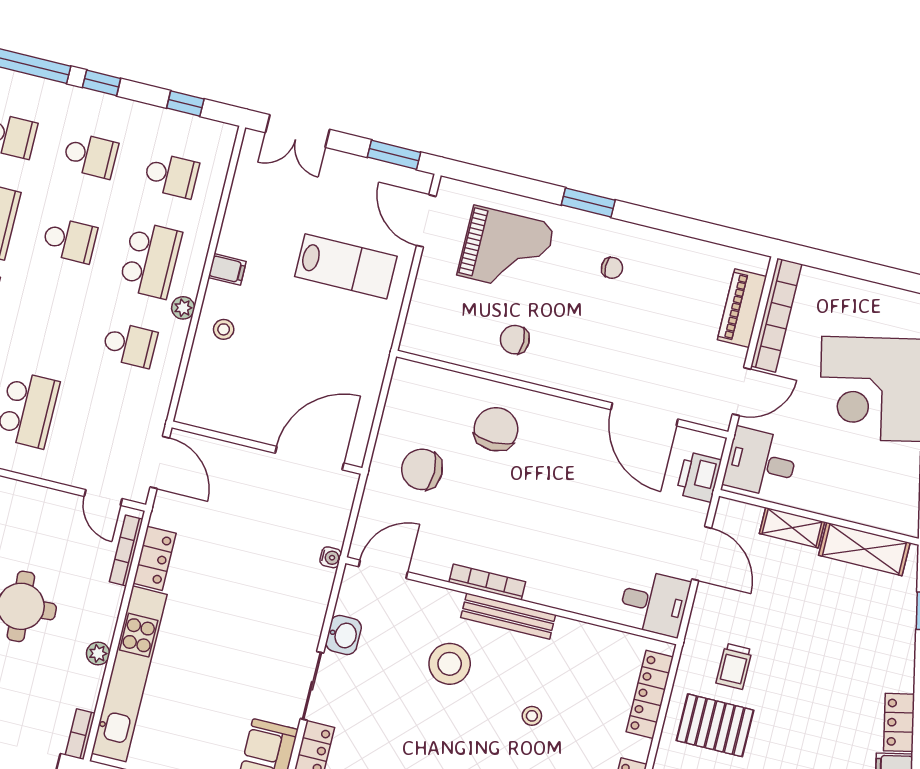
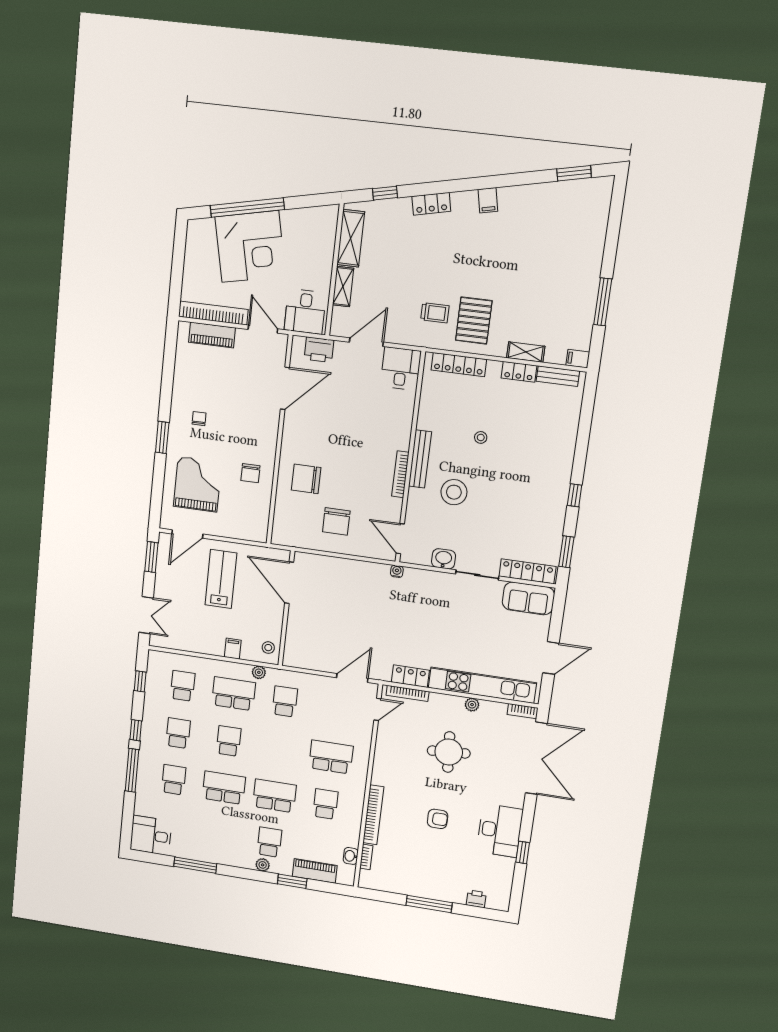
wall: (267, 448) -> (286, 609), moved
door: (309, 458) -> (289, 583), moved
locker: (899, 722) -> (431, 204), moved

